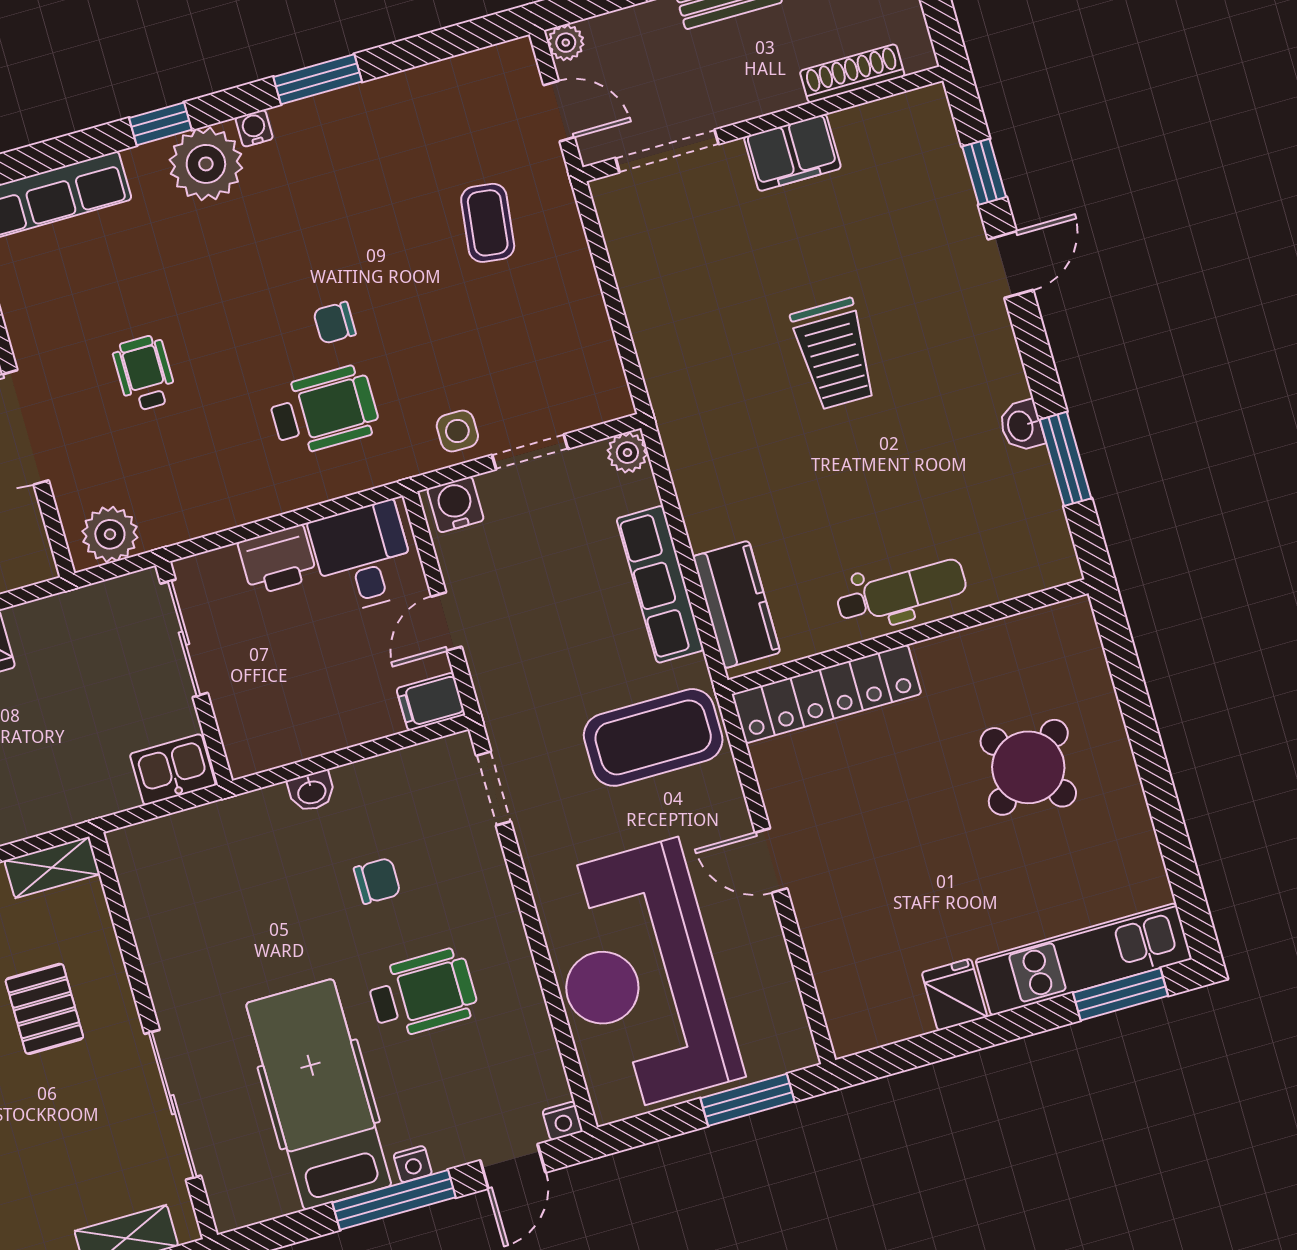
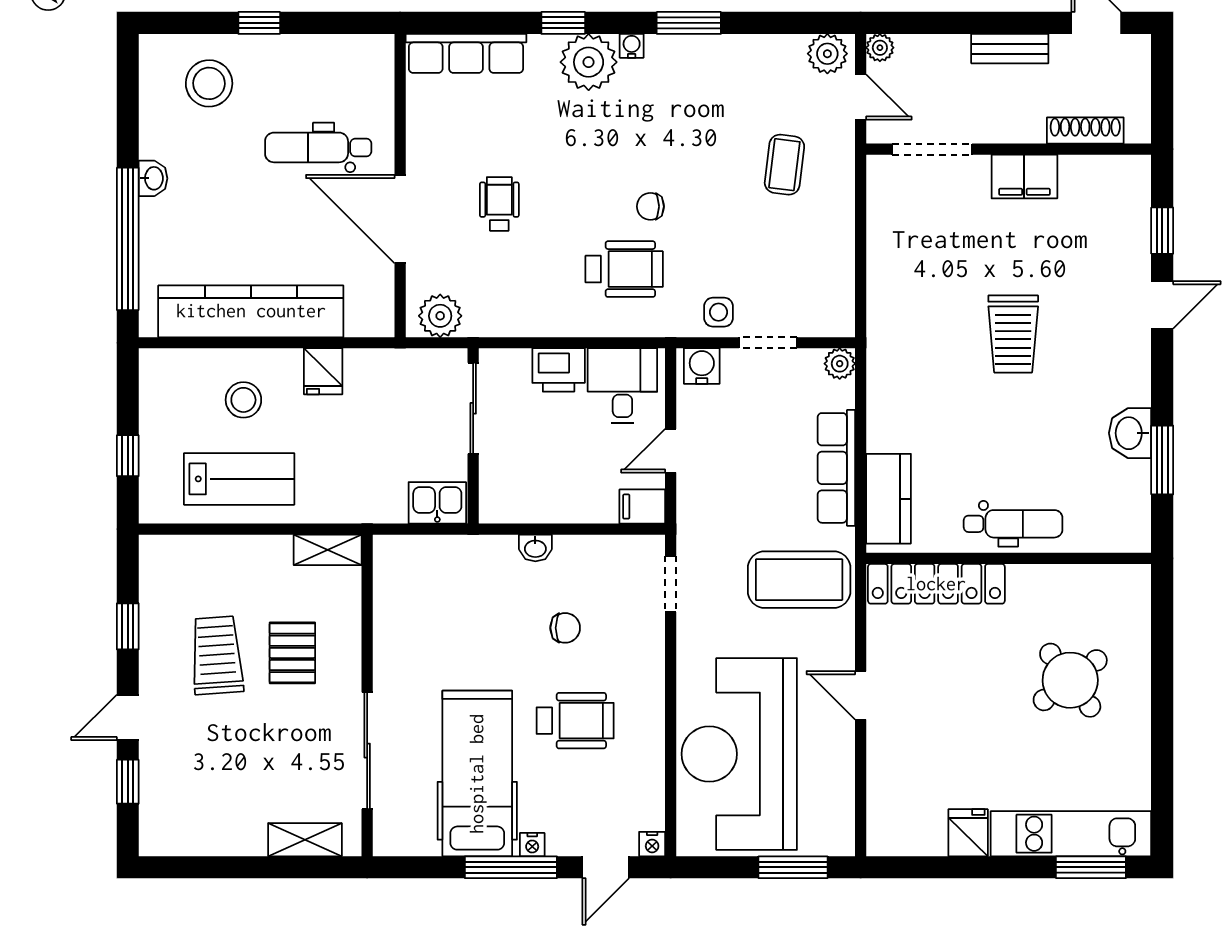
plant: (502, 69) -> (827, 54), added
washbasin: (1021, 426) -> (1130, 433), width x1.38, depth x1.45

